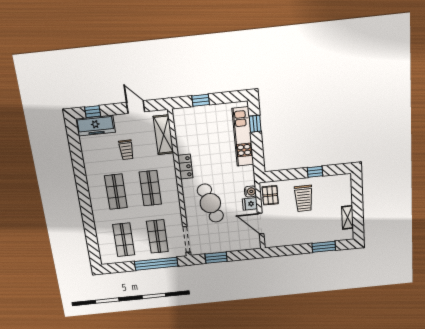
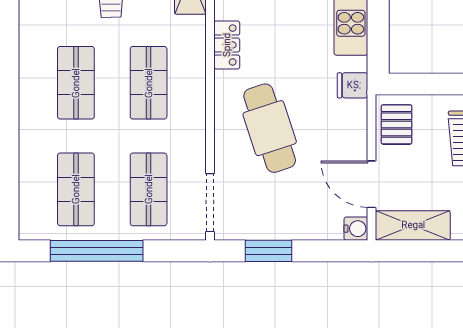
water cooler: (250, 192) -> (356, 229), moved
fridge: (250, 204) -> (353, 85), moved
shelving: (281, 240) -> (413, 225), added
window: (156, 264) -> (97, 251), moved

